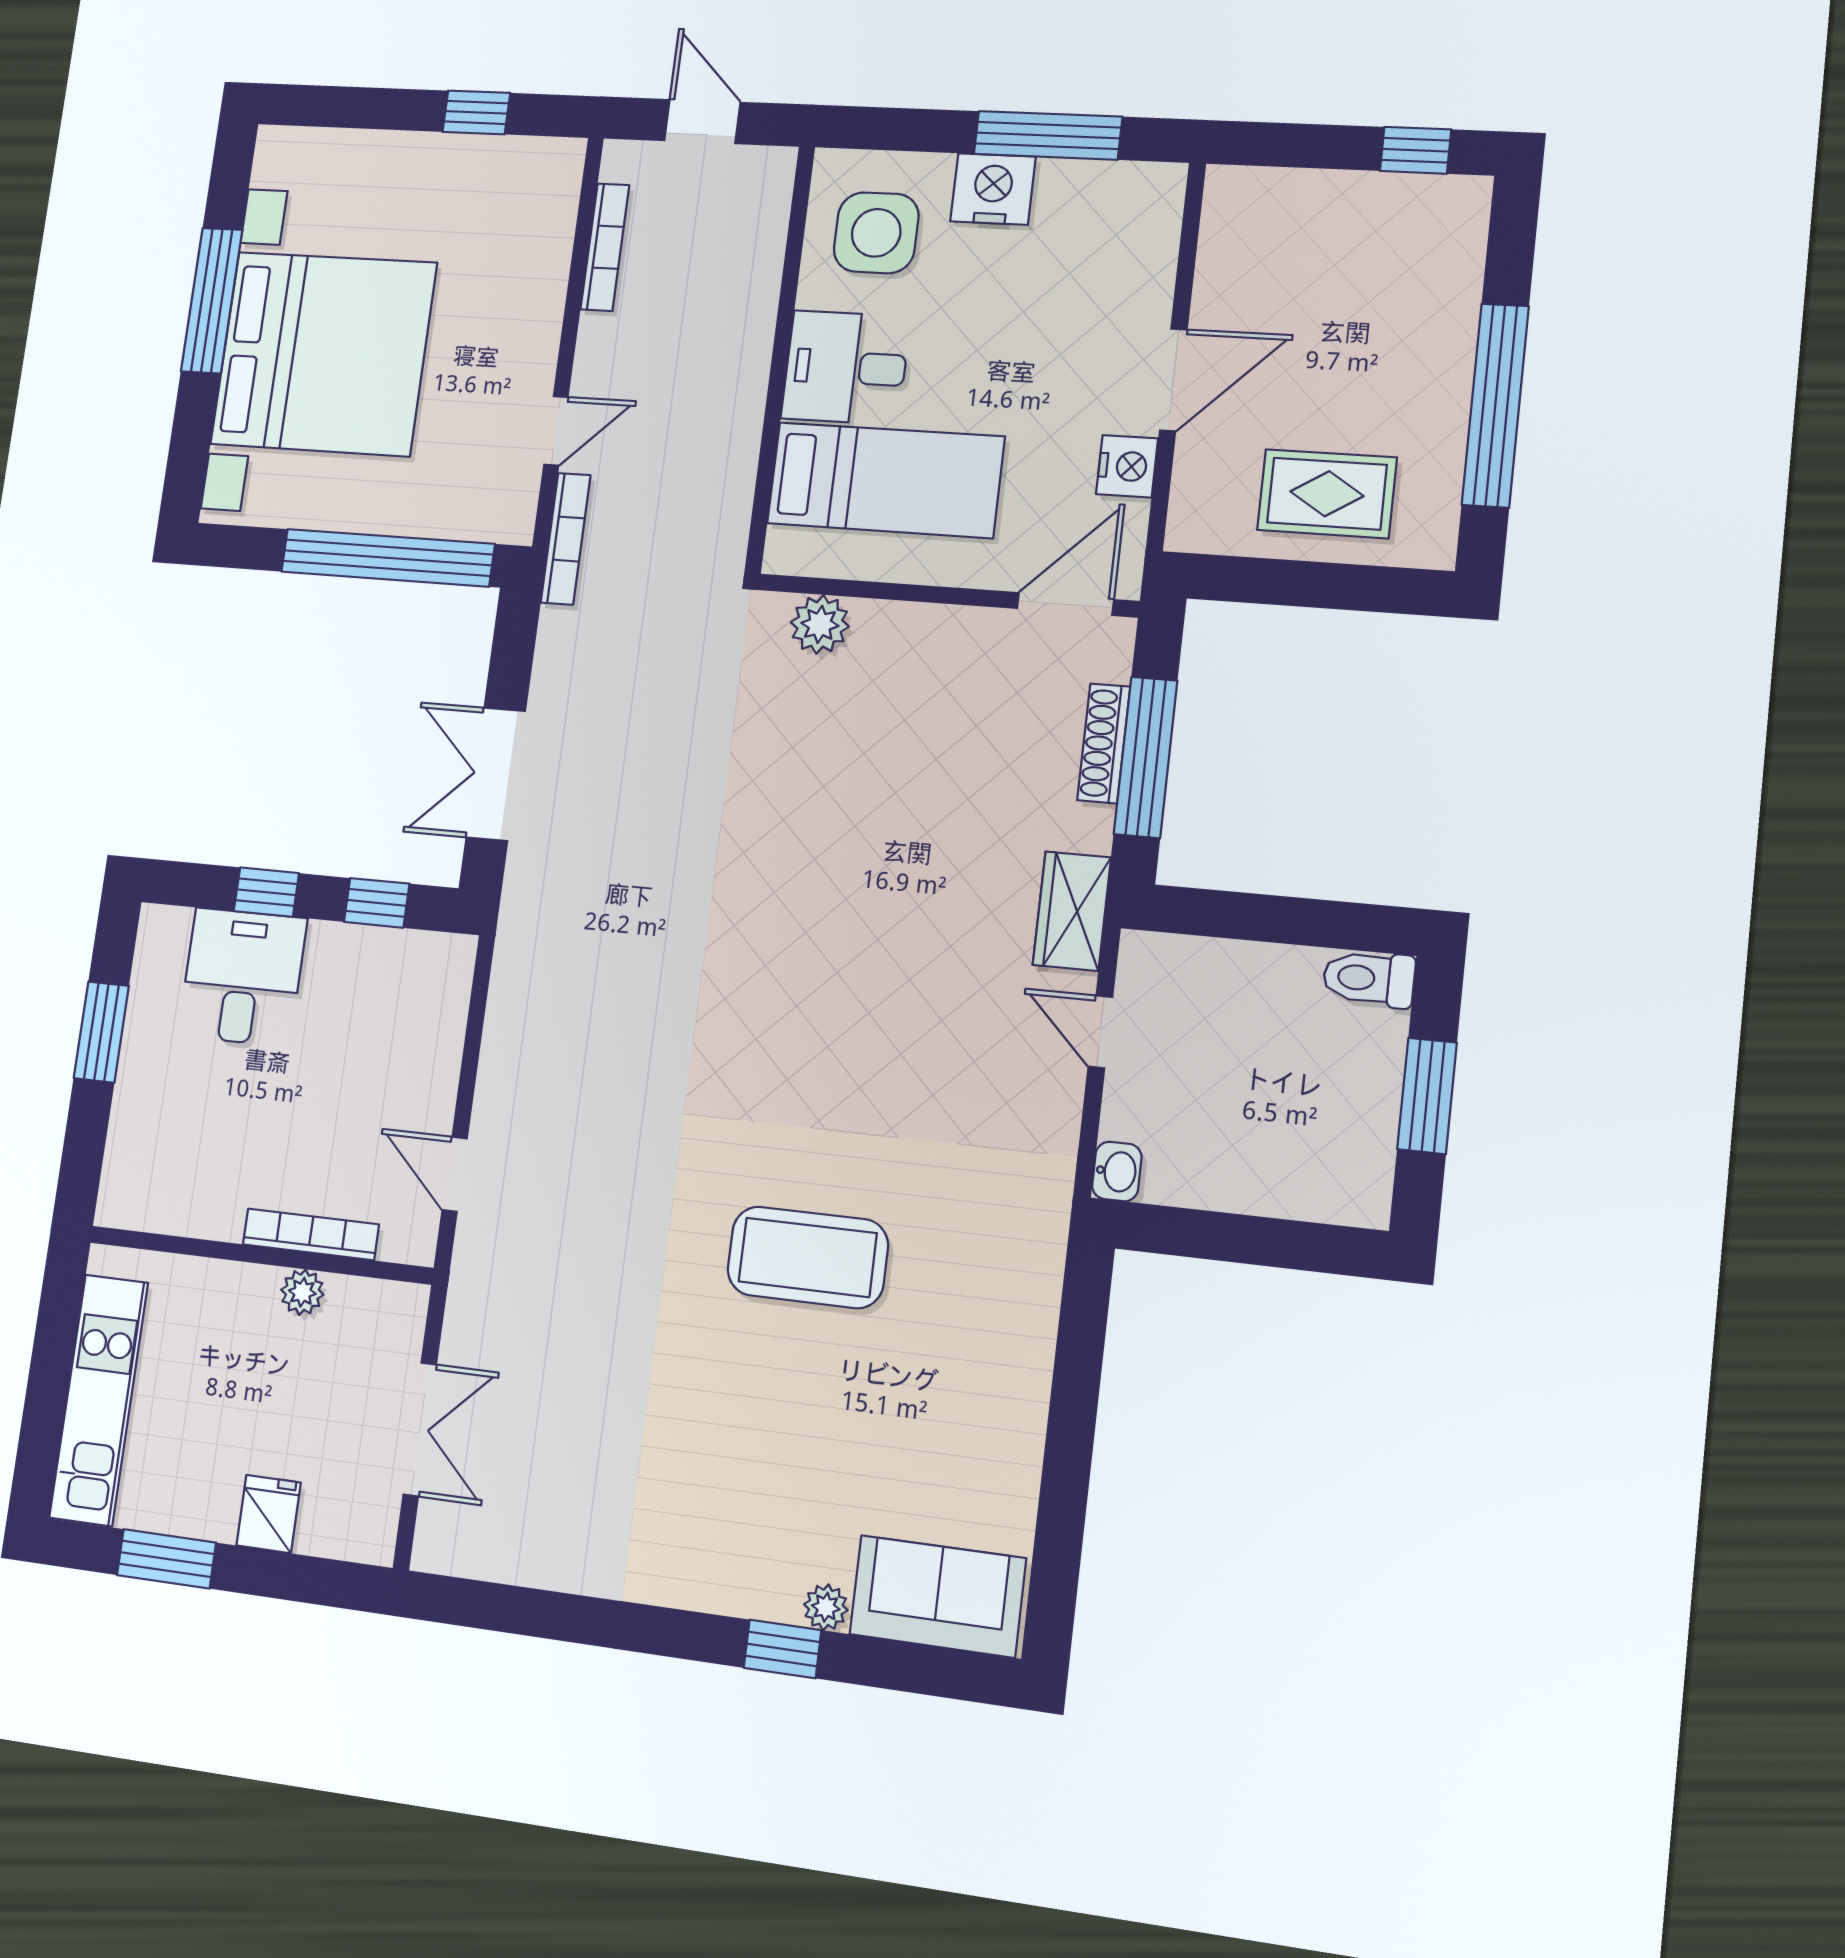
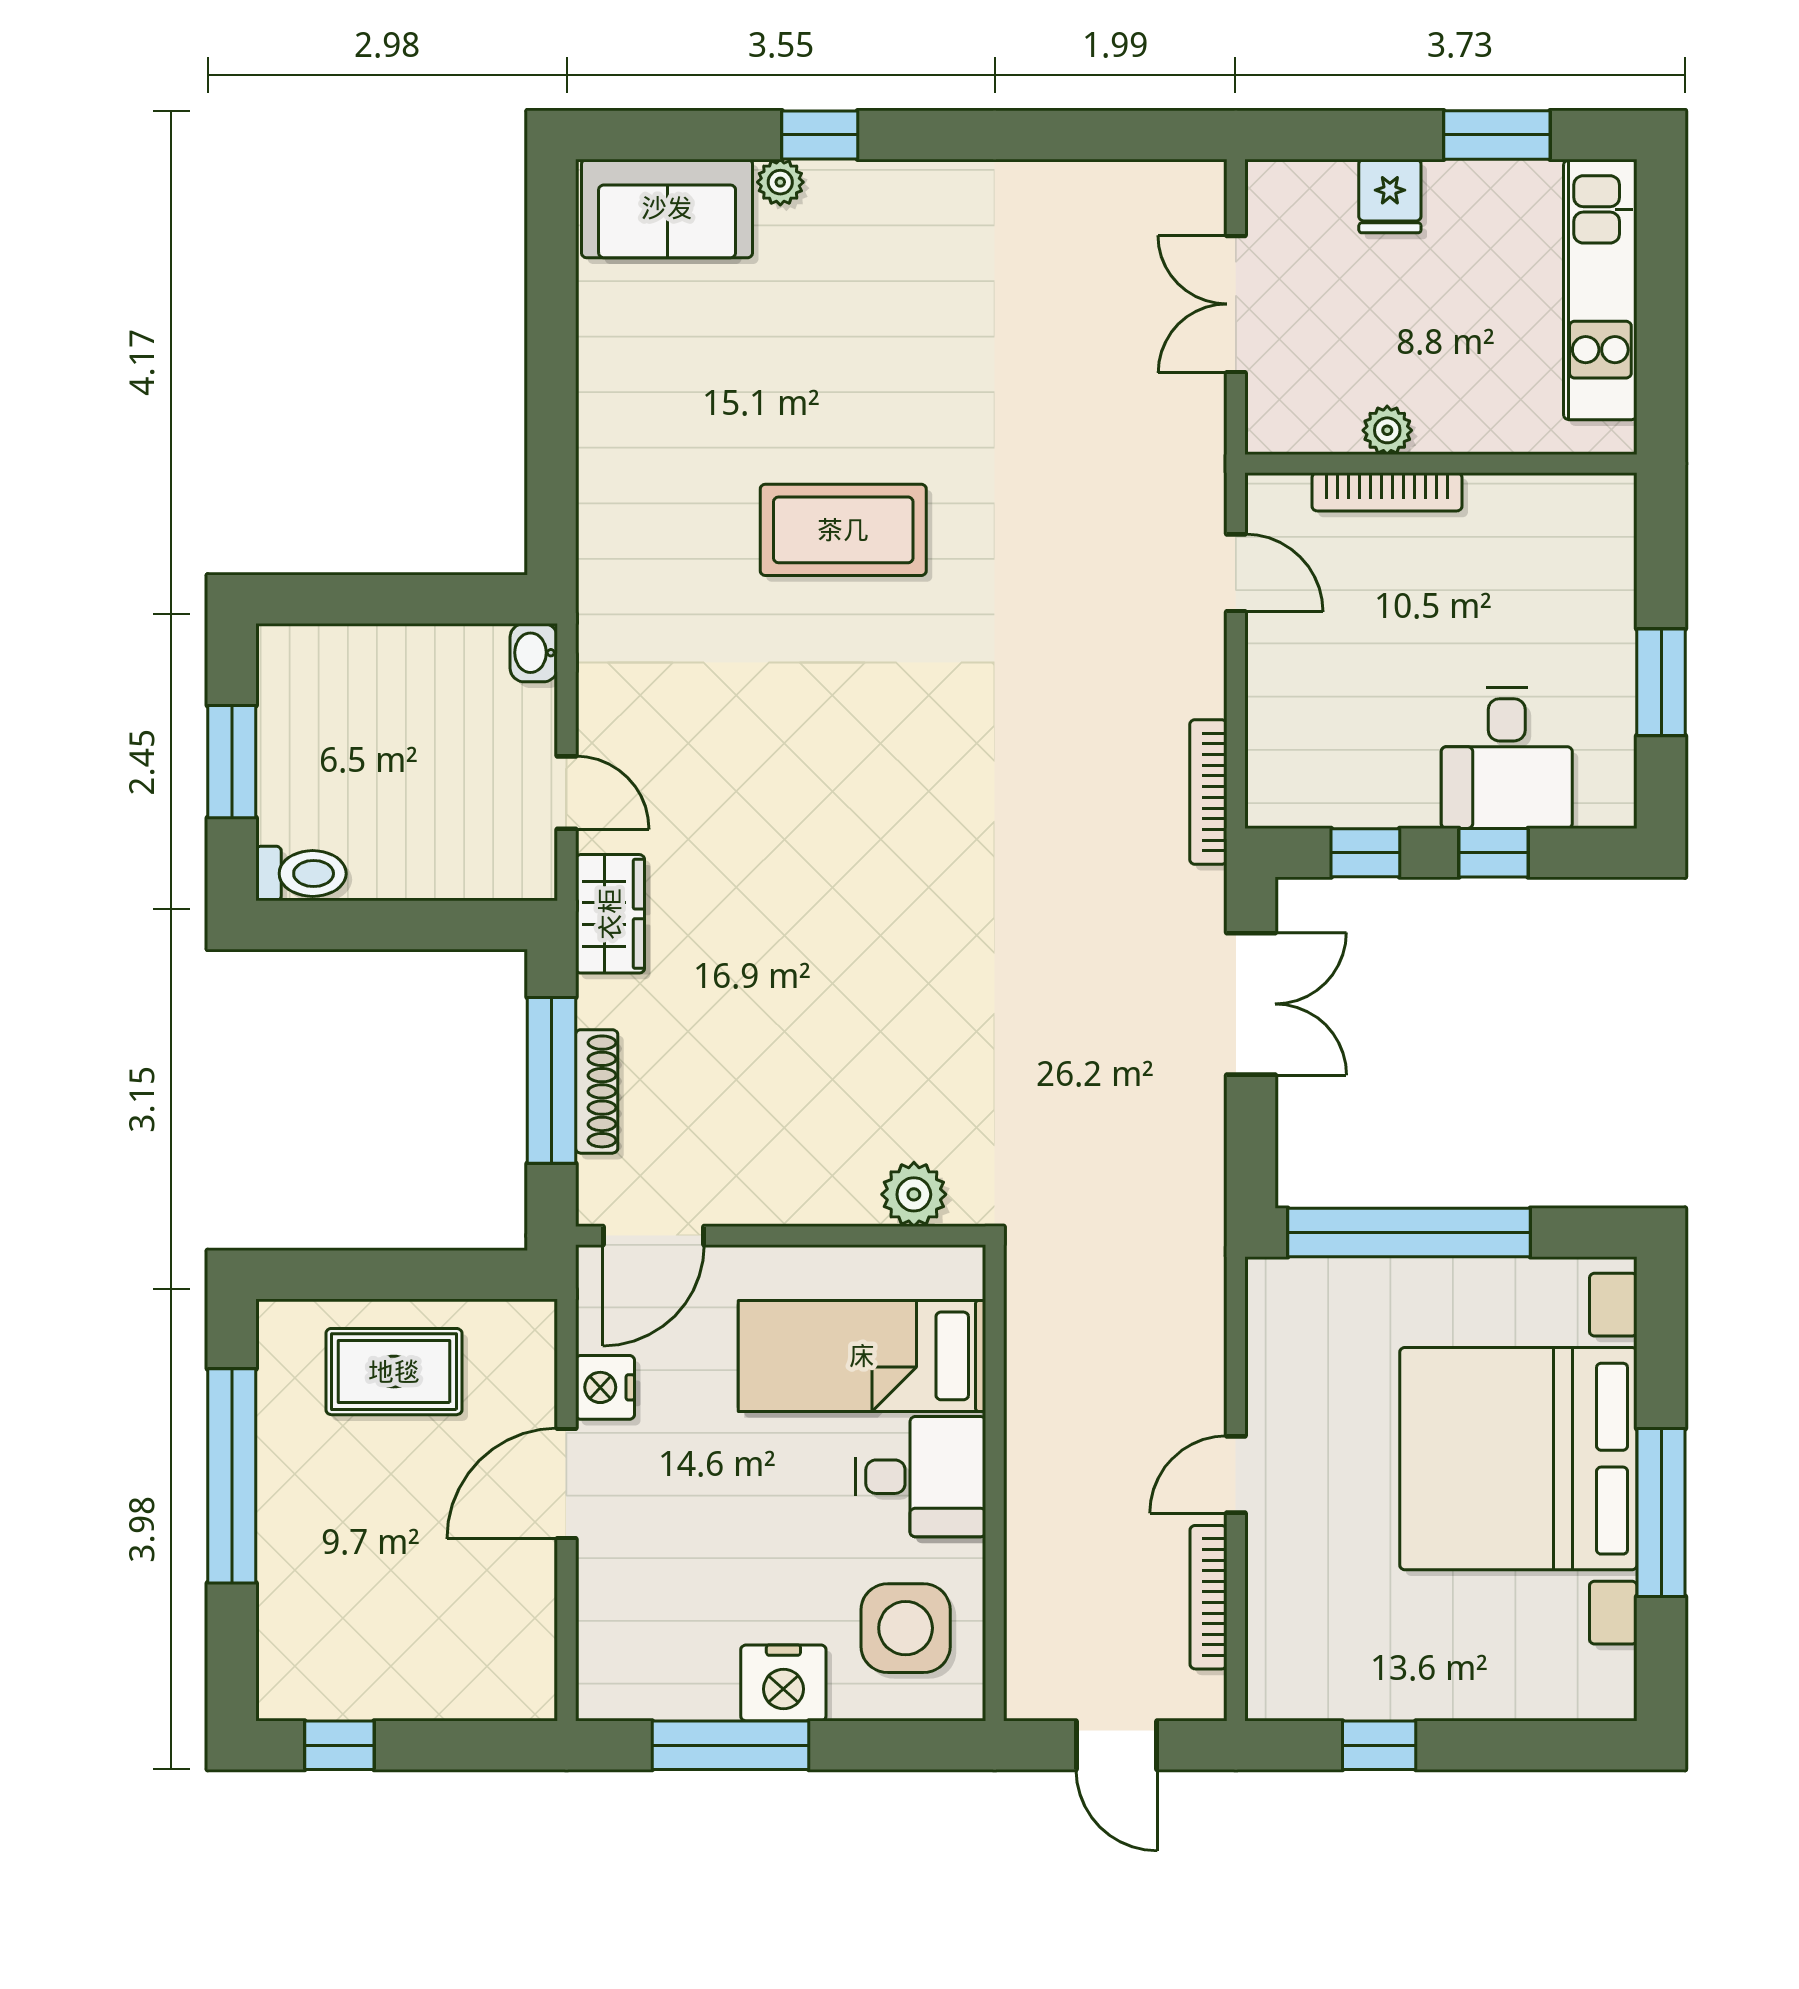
door: (556, 431) -> (1236, 1475), moved
bookcase: (566, 539) -> (1208, 792), moved

